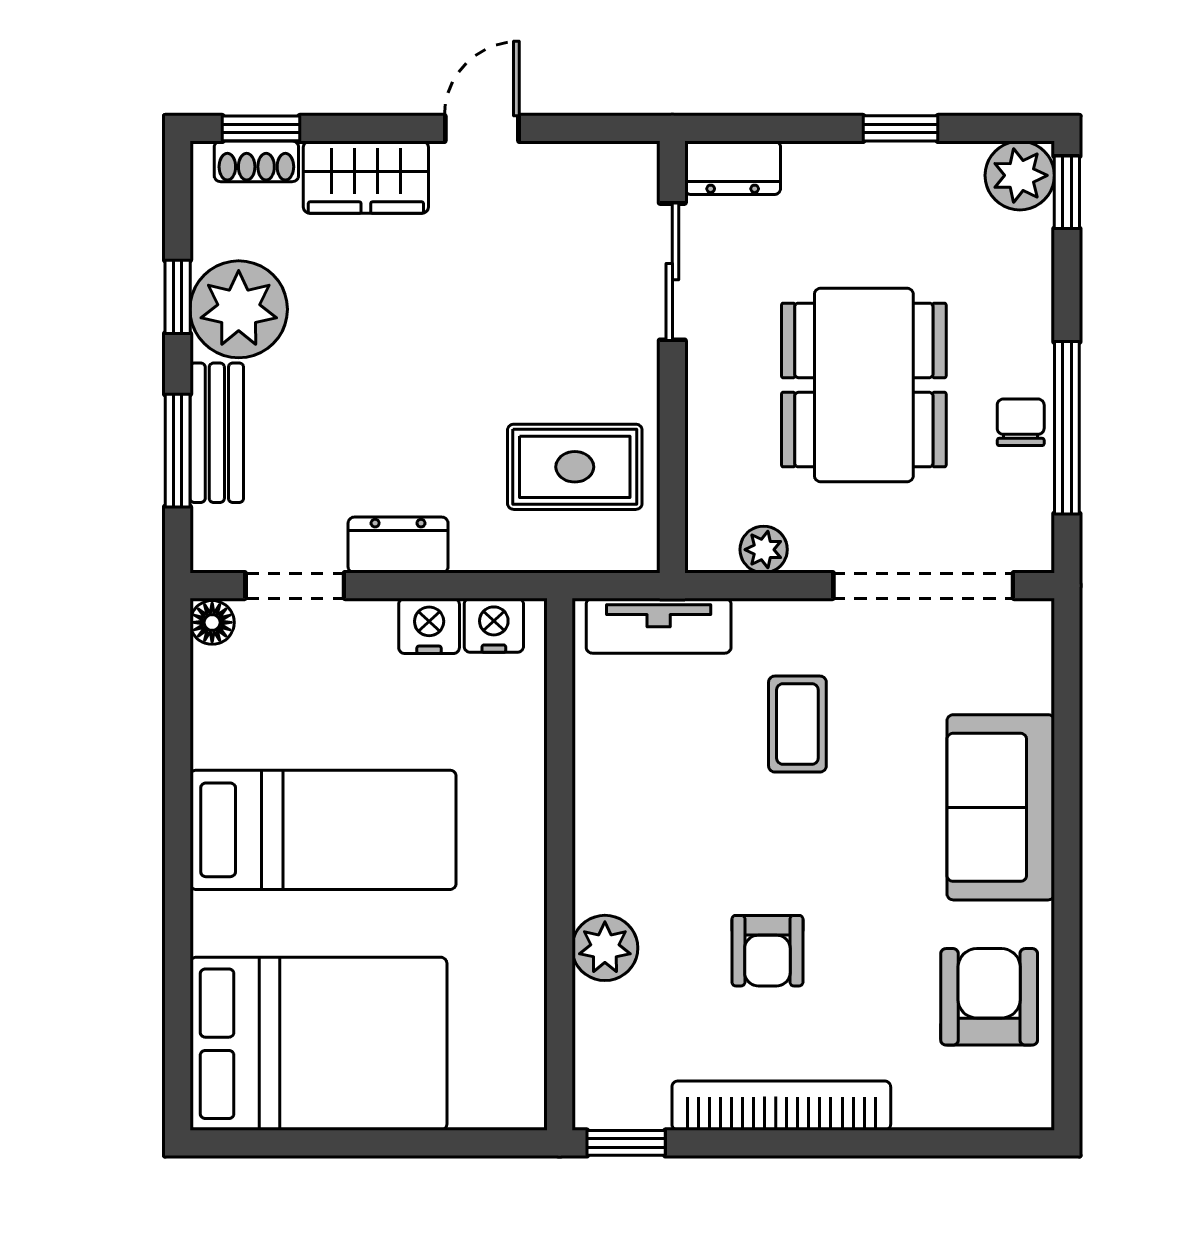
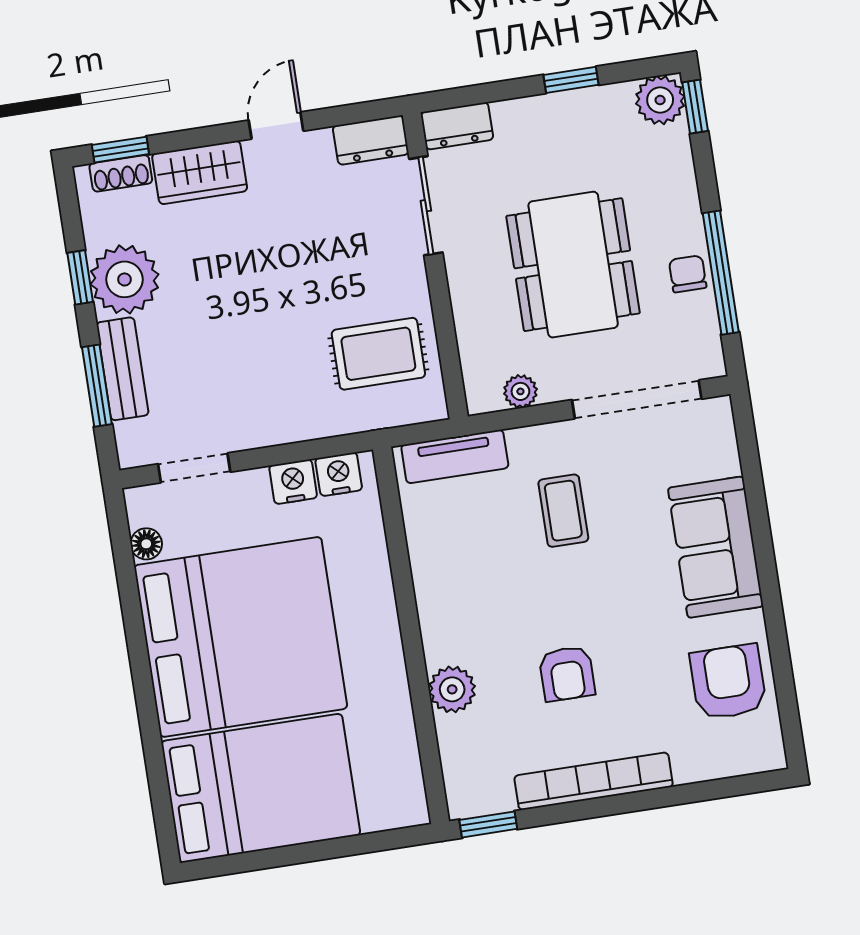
dresser: (398, 545) -> (371, 140), moved, turned 180
floor lamp: (212, 622) -> (146, 544), moved
bed: (323, 830) -> (241, 637), width x2.04

